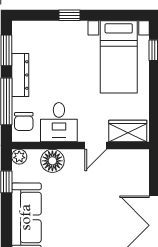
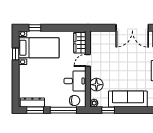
window: (69, 15) -> (16, 54), moved
dresser: (20, 75) -> (32, 102), moved
door: (96, 146) -> (88, 60), swing flipped

